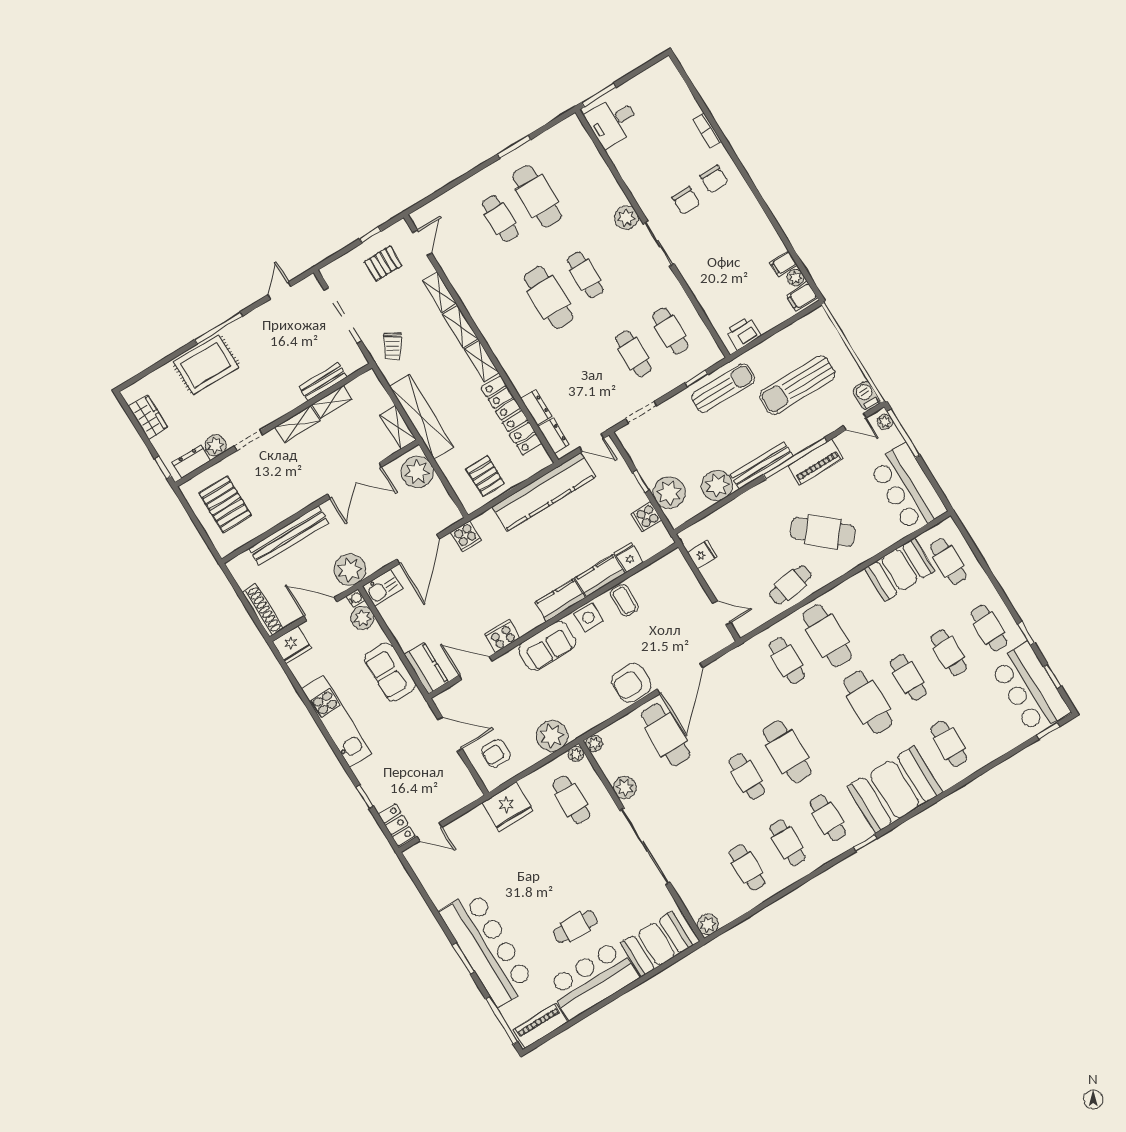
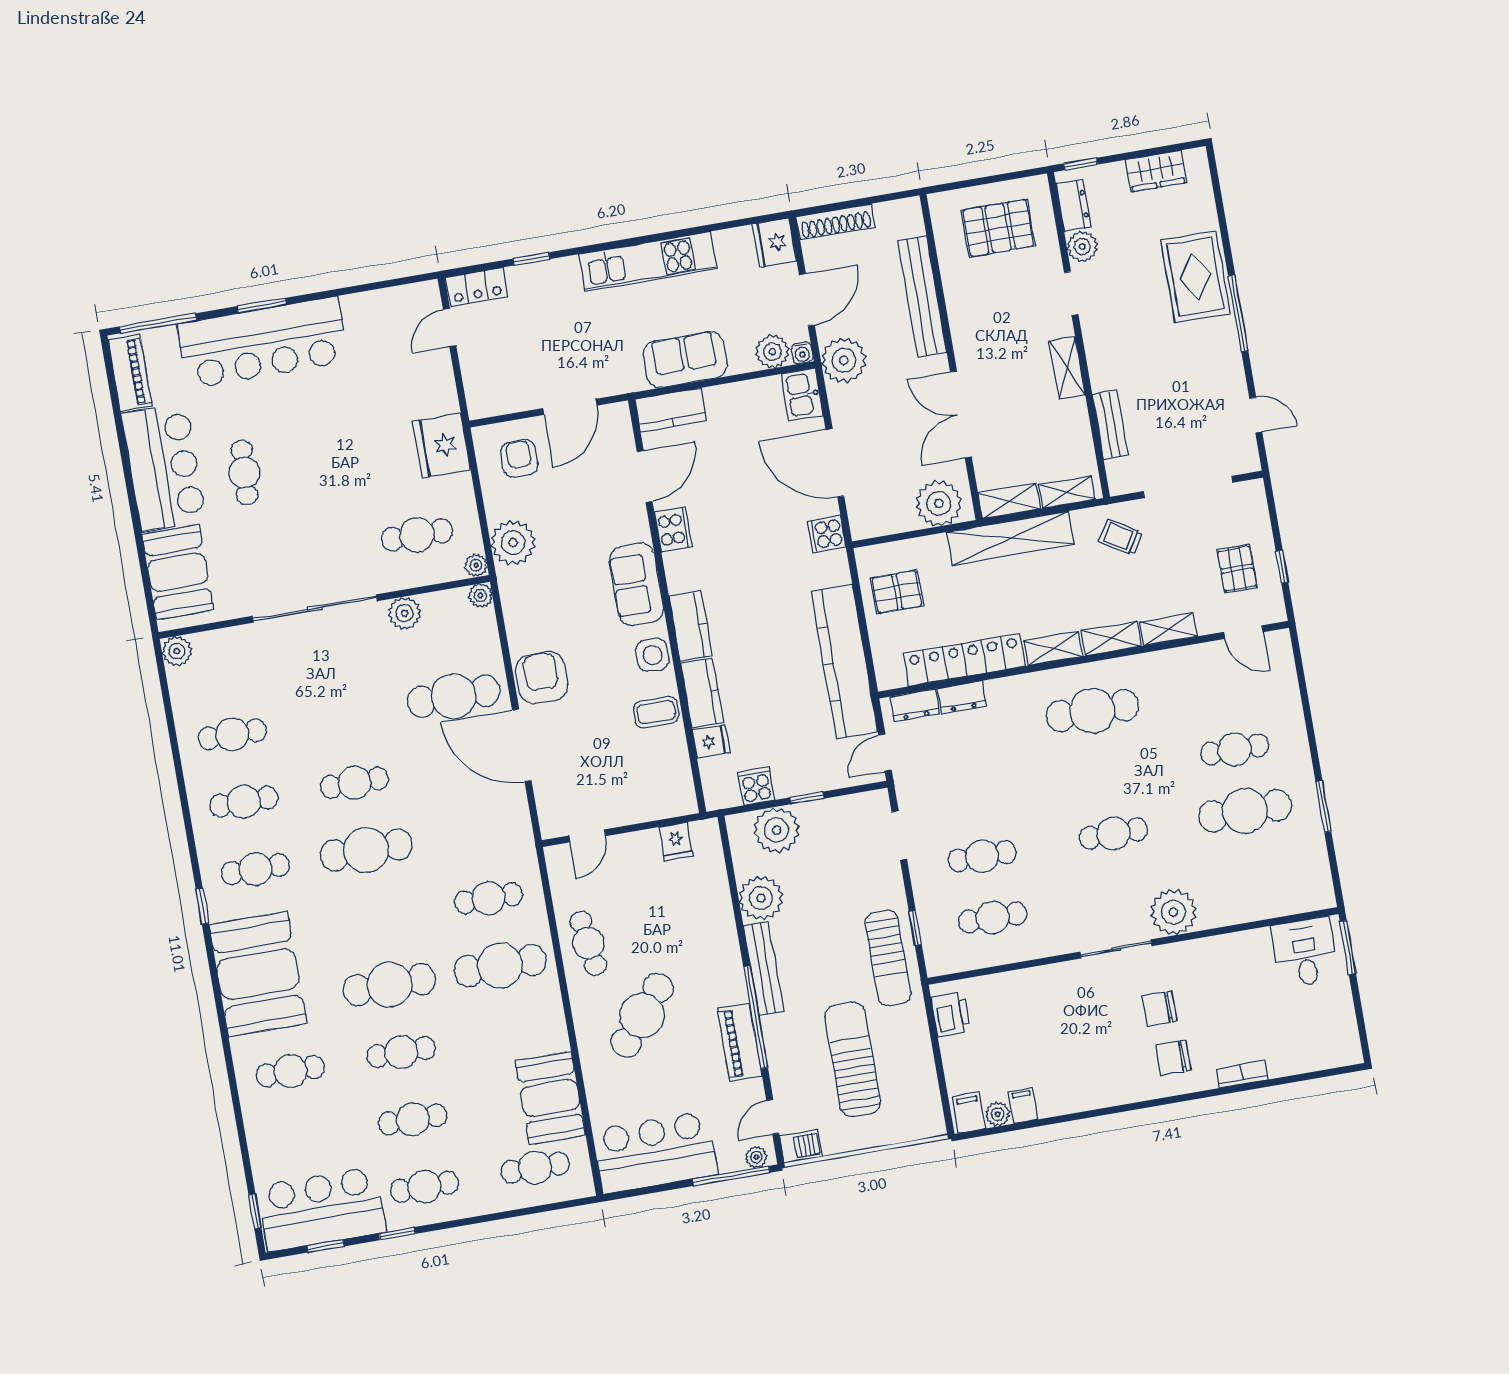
plant: (626, 218) -> (1173, 912), width x1.36, depth x1.36
cafe table: (548, 297) -> (1092, 711), moved
shelving: (332, 402) -> (1067, 492), moved, turned 90

